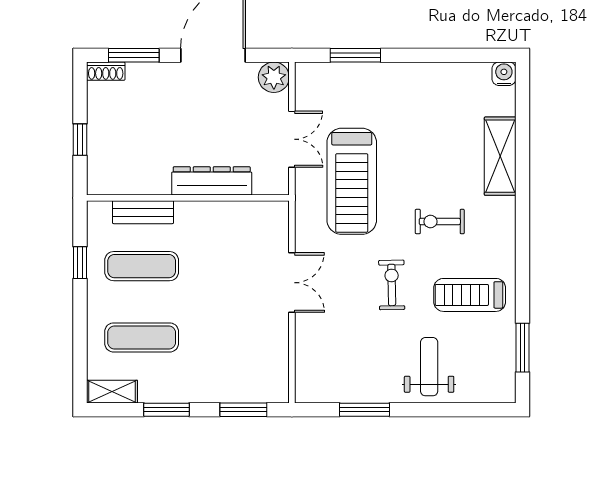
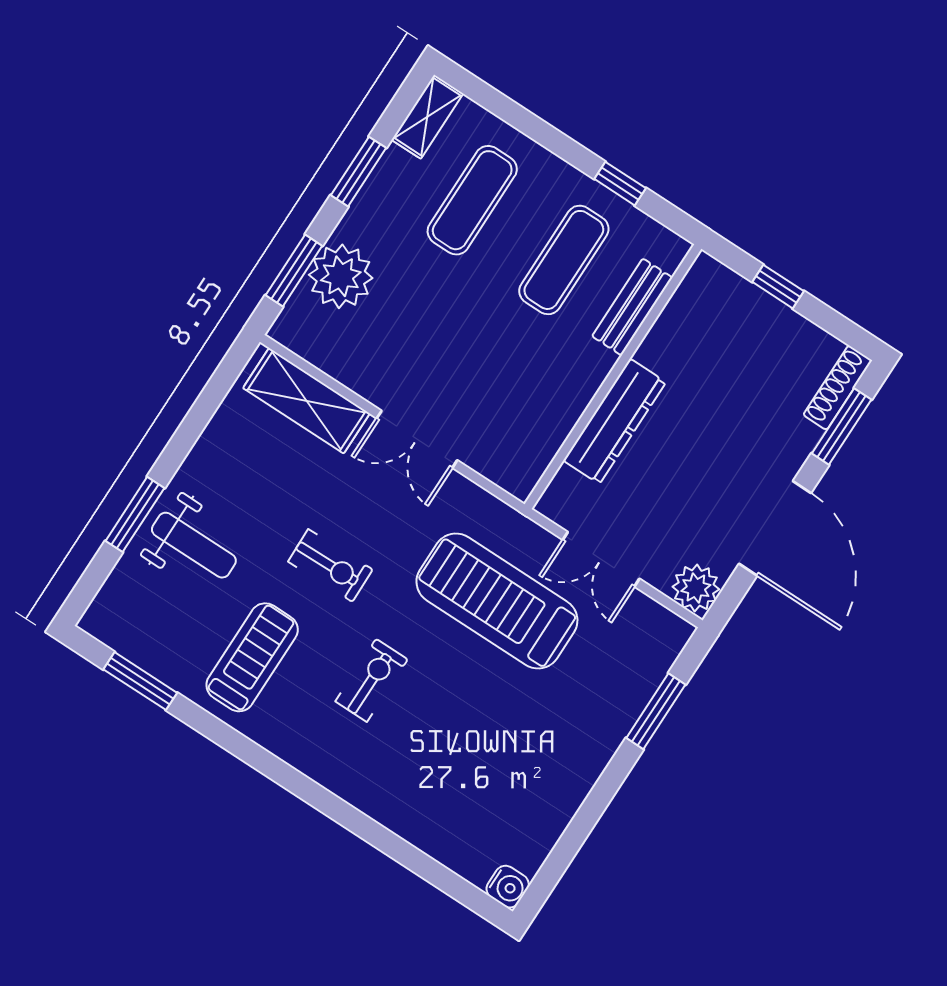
shoe rack: (106, 71) -> (838, 388), width x1.43
shelving: (500, 156) -> (306, 401), moved
plant: (230, 382) -> (341, 276), added
window: (365, 410) -> (135, 514), moved

